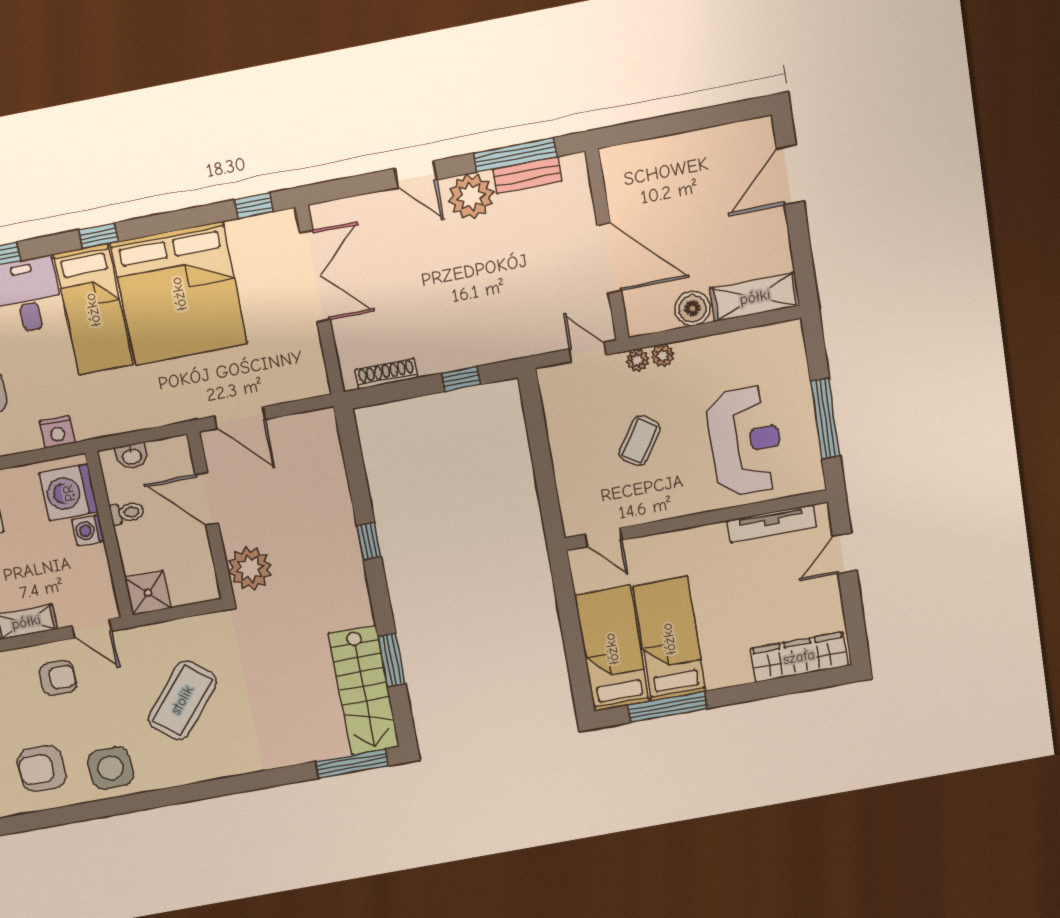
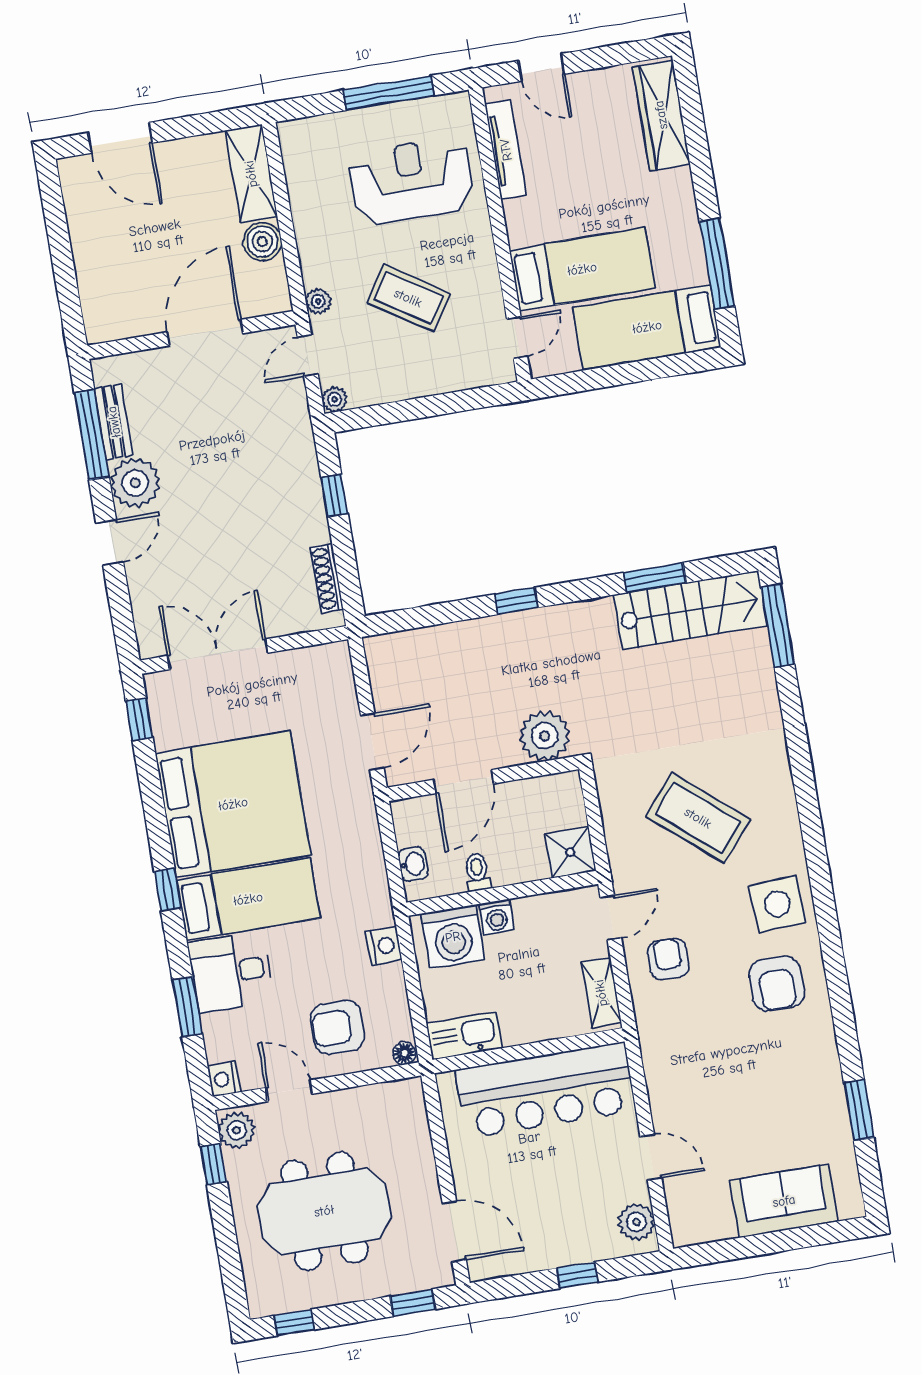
plant: (663, 355) -> (335, 399), moved
coffee table: (640, 441) -> (408, 298), width x1.36, depth x1.30
bed: (669, 639) -> (582, 269), moved, turned 180

